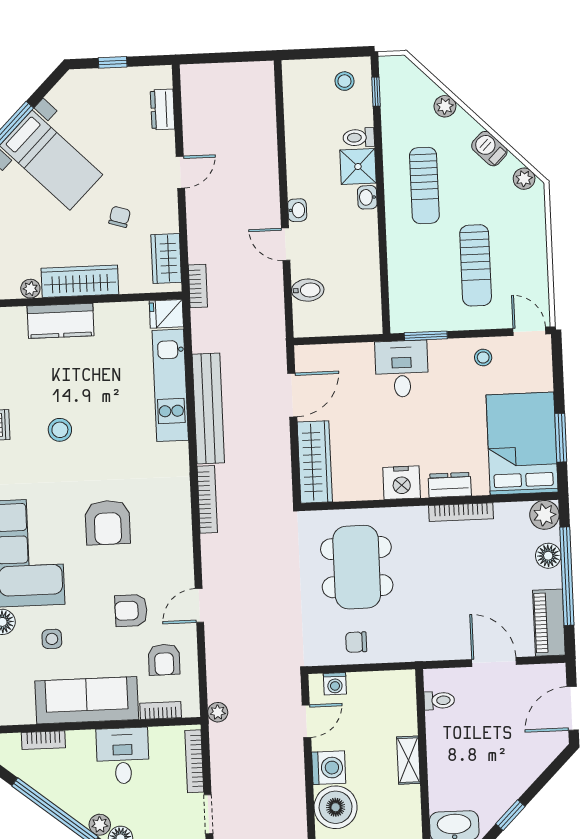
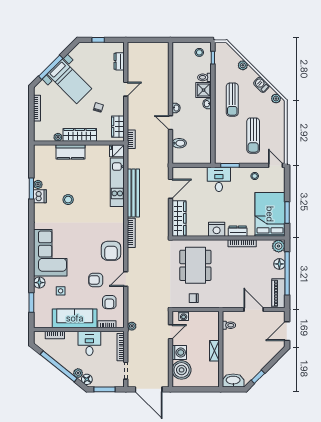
armchair: (108, 523) -> (111, 251), moved

